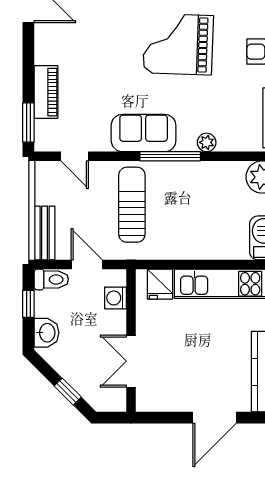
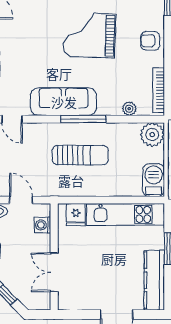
sofa: (144, 133) -> (64, 102), width x1.36
plant: (207, 142) -> (129, 109), moved
sun lounger: (132, 205) -> (80, 155), moved, turned 90

